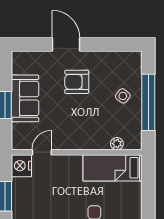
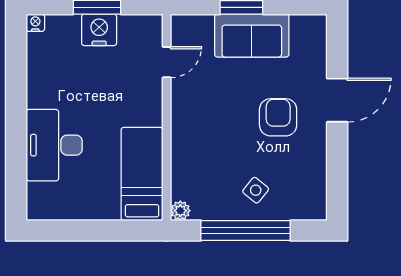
plant: (117, 144) -> (180, 211), moved
door: (42, 152) -> (167, 62), hinge flipped
nightstand: (21, 166) -> (99, 30), moved

